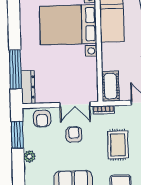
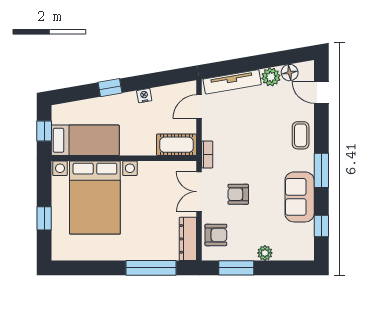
dresser: (28, 87) -> (188, 239), moved, turned -90
double door: (75, 104) -> (199, 192), swing flipped
rug: (118, 145) -> (253, 137), removed

